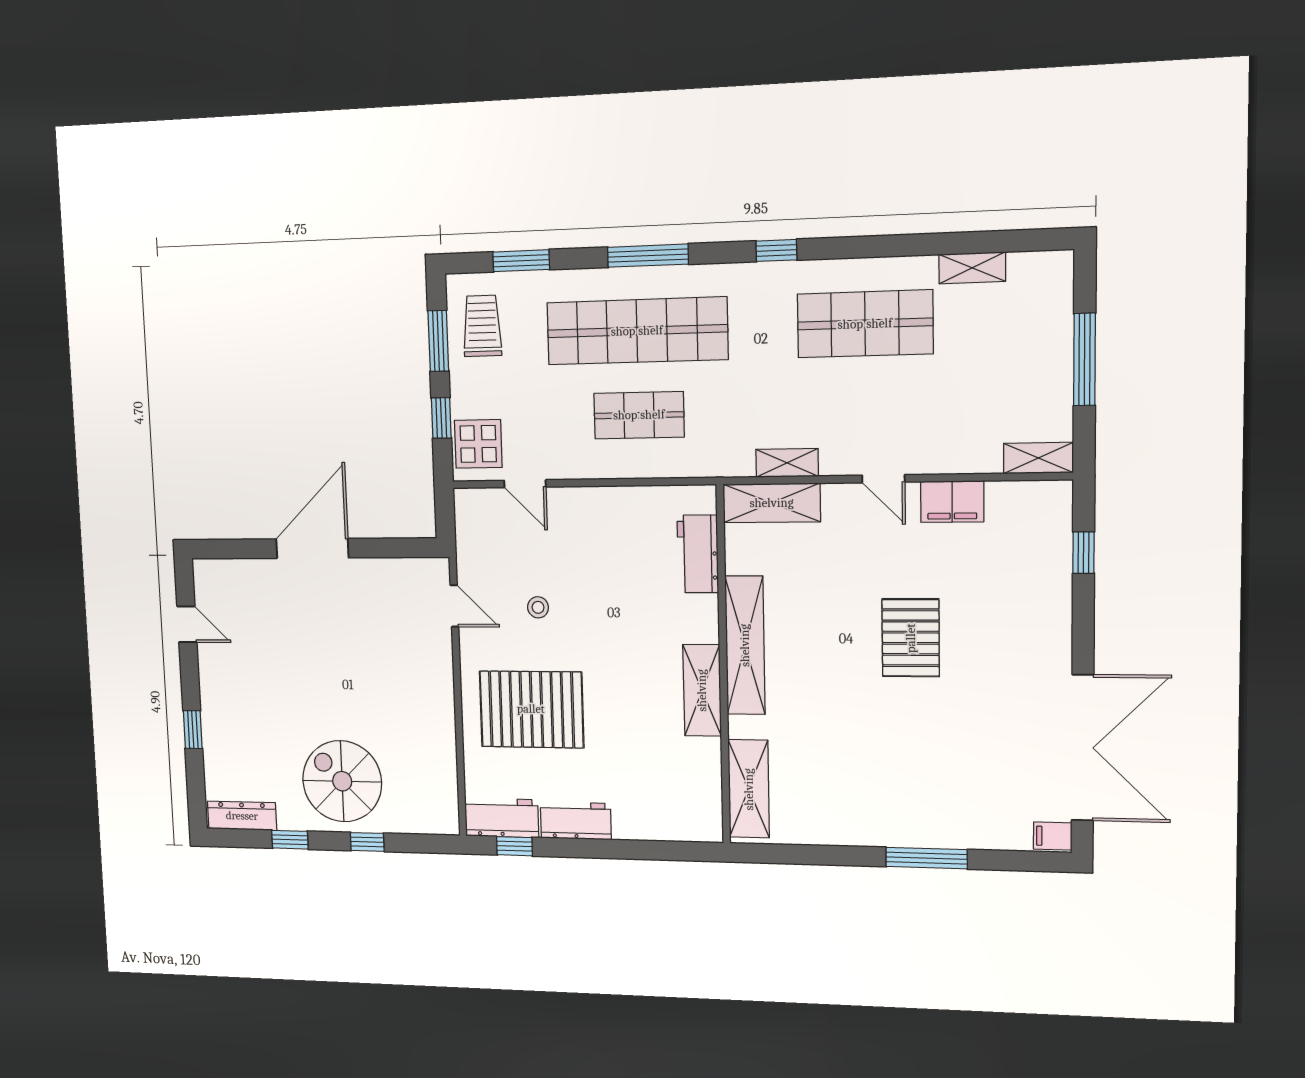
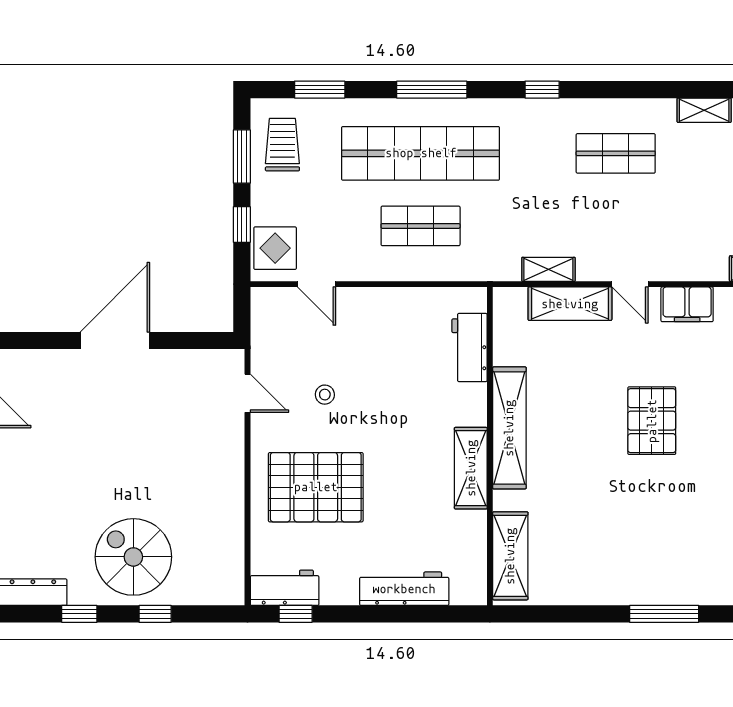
shop shelf: (865, 324) -> (616, 153), width x0.70, depth x0.74
shelving: (772, 503) -> (570, 304), moved
workbench: (576, 821) -> (404, 589), moved, width x1.38

